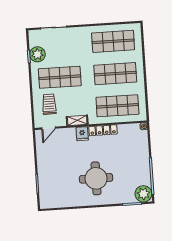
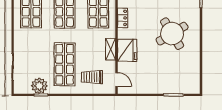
locker: (103, 130) -> (123, 18), width x0.66
fridge: (82, 134) -> (127, 50), width x1.88, depth x1.34
round table: (96, 178) -> (172, 34), turned -31

